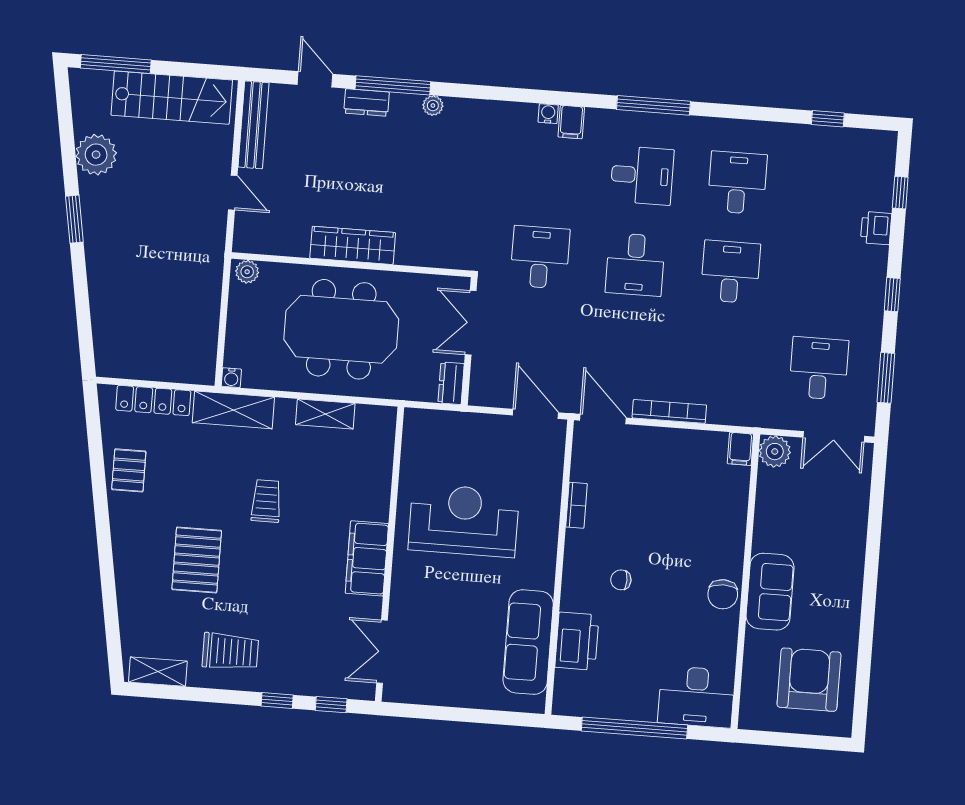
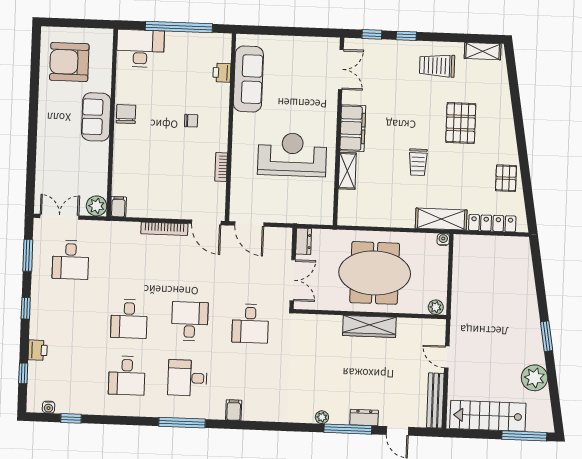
water cooler: (548, 114) -> (49, 407), moved
shelving: (325, 414) -> (347, 171), moved, turned 90
reception desk: (464, 521) -> (292, 155), turned 180
printer: (577, 641) -> (222, 73), width x0.53, depth x0.68
armchair: (809, 680) -> (69, 62), turned 90

